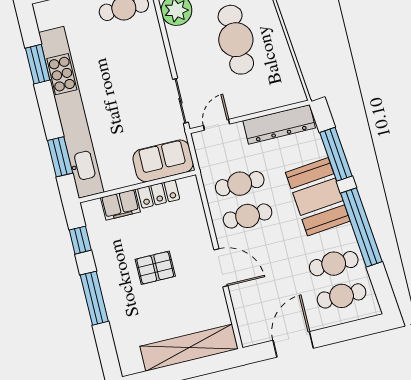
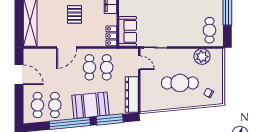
locker: (159, 194) -> (111, 36), moved

